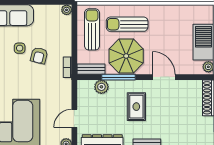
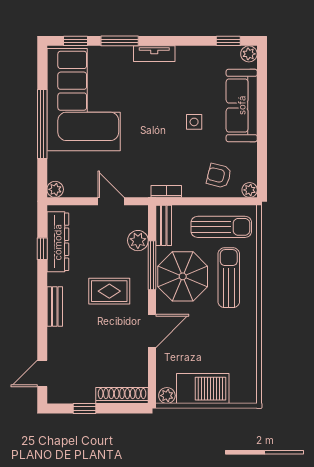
armchair: (39, 55) -> (219, 176), moved
door: (74, 118) -> (111, 201), moved

